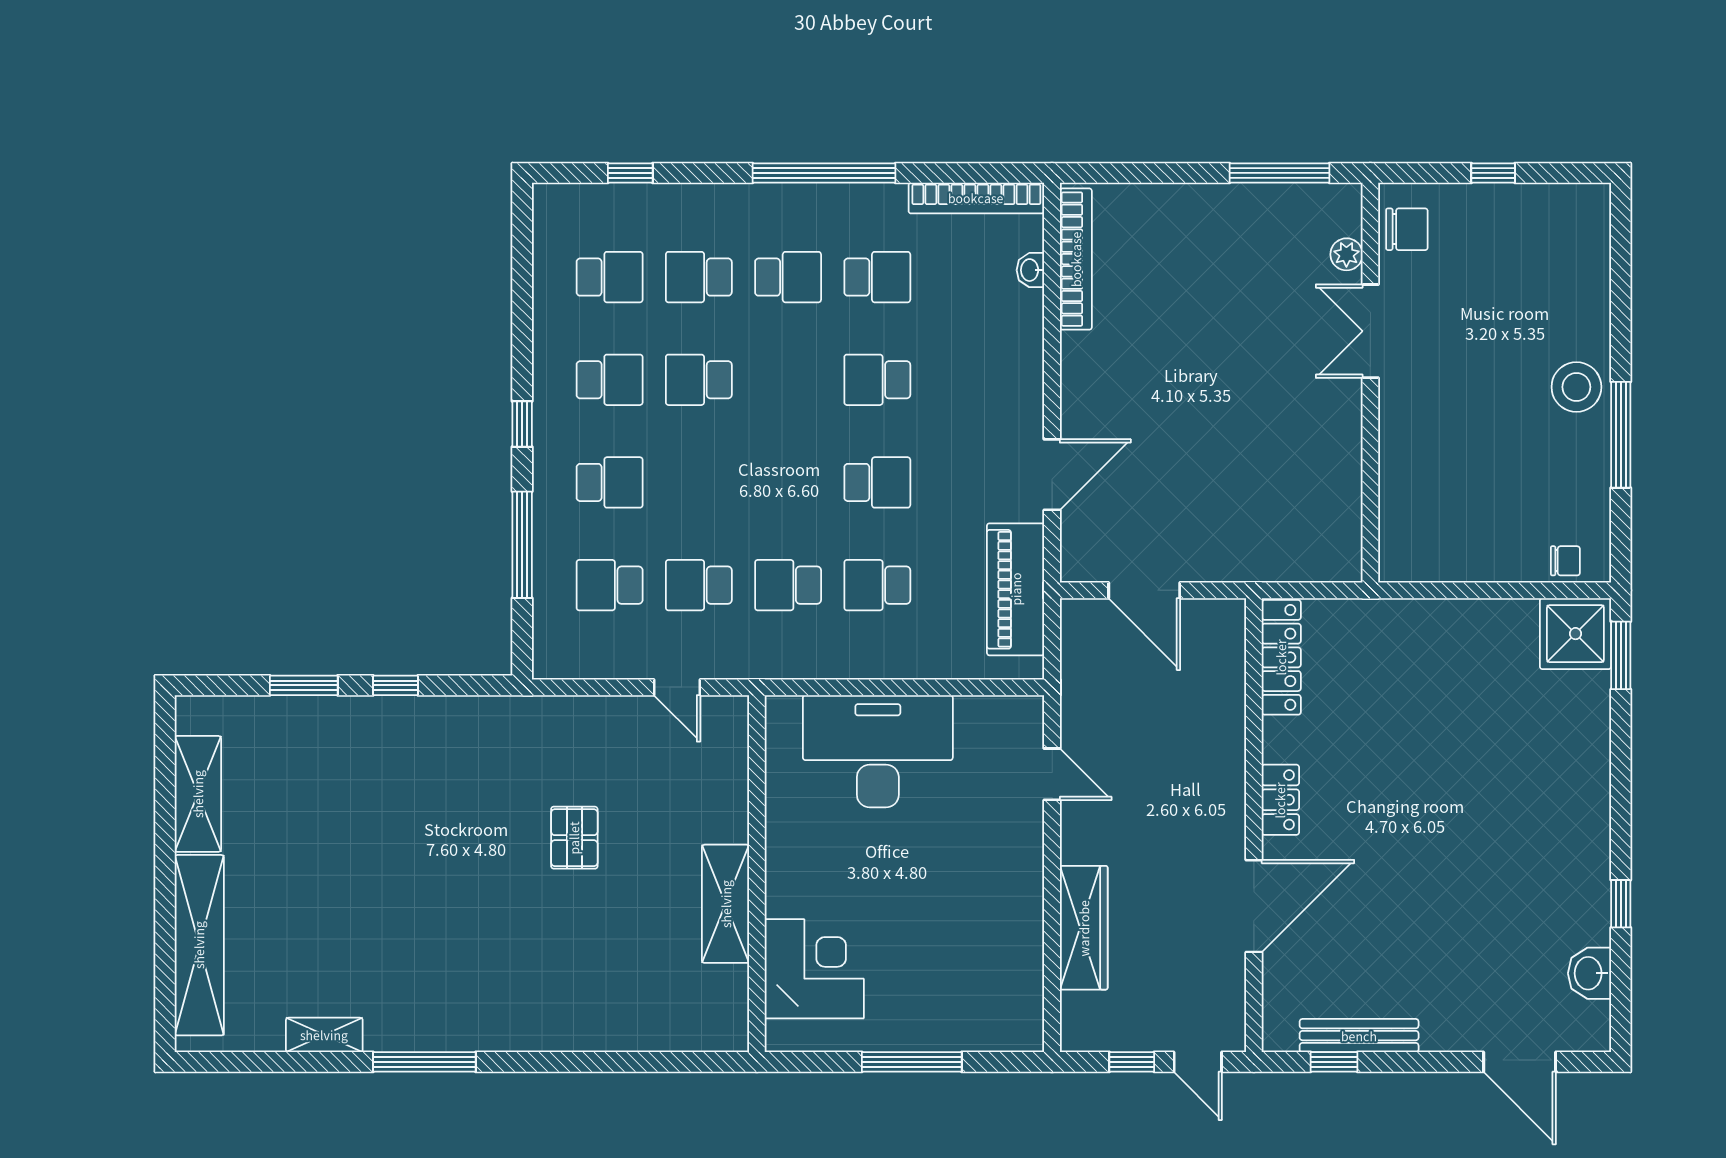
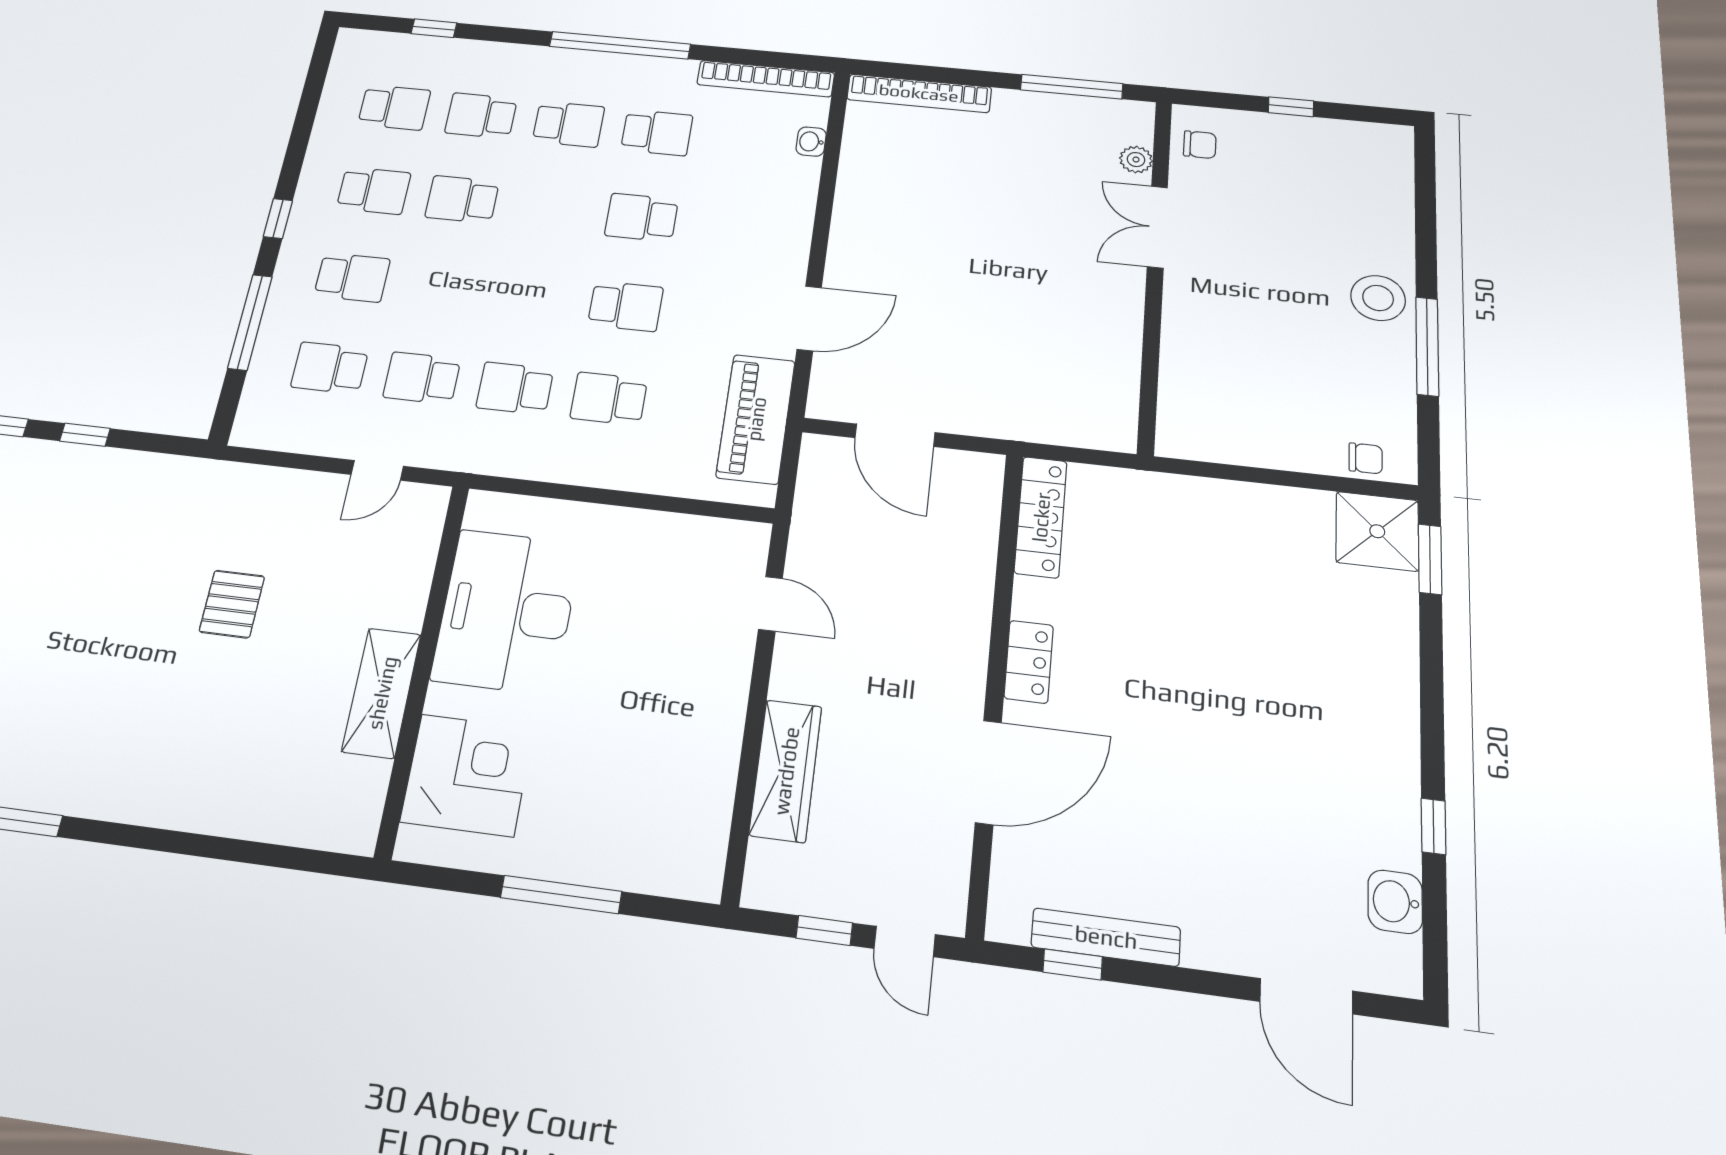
chair: (1407, 229) -> (1200, 145), width x0.73, depth x0.73
bookcase: (1076, 259) -> (919, 93), moved, turned 90
door: (677, 687) -> (377, 470), hinge flipped
desk: (878, 751) -> (507, 611), moved, turned -90

